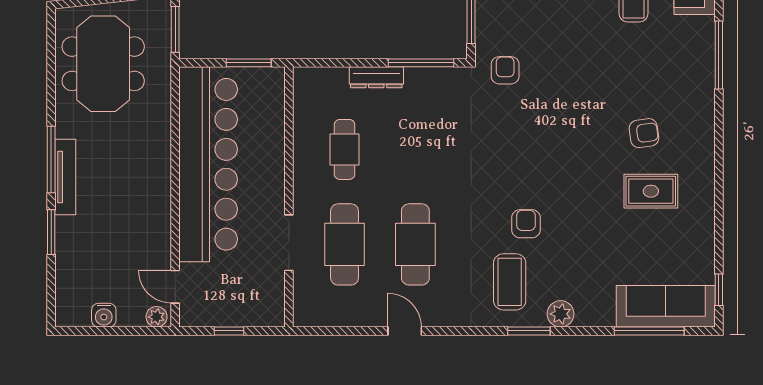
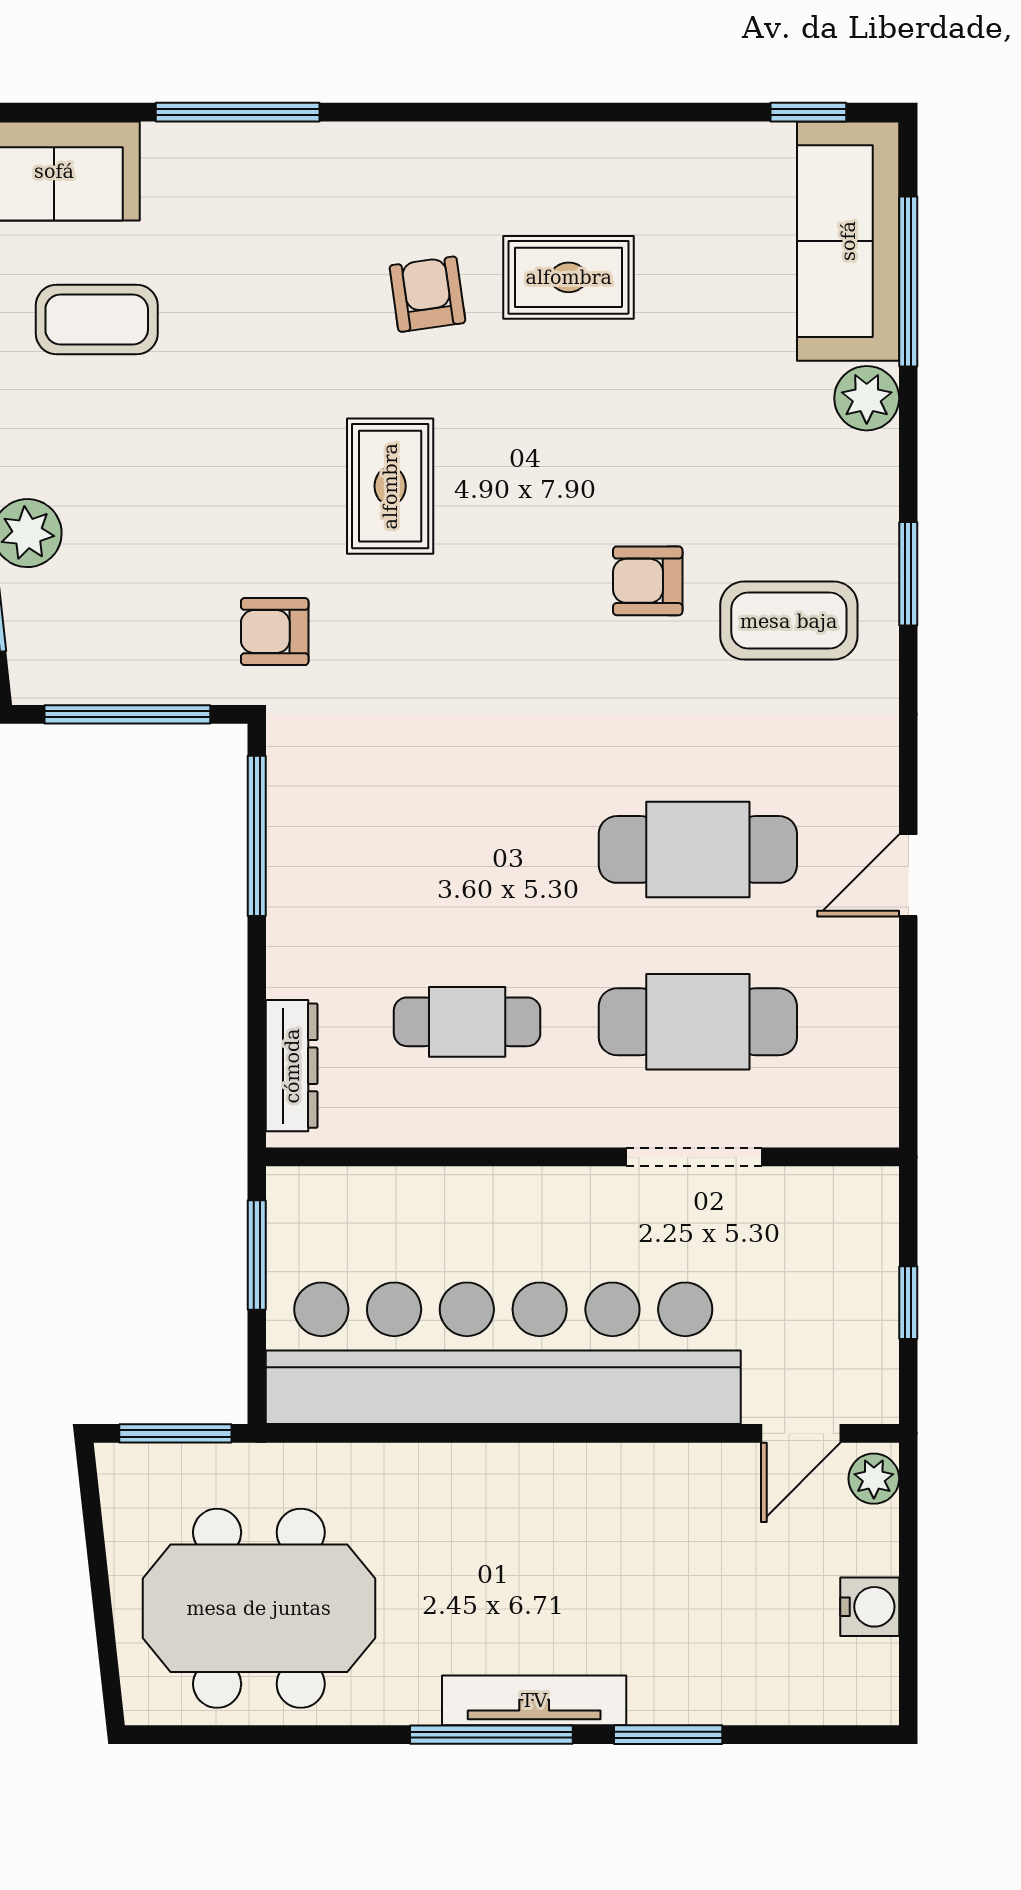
dresser: (376, 77) -> (292, 1066), moved
rug: (565, 118) -> (390, 486), added
rug: (651, 191) -> (569, 277), turned 90
plant: (561, 314) -> (867, 398), moved

